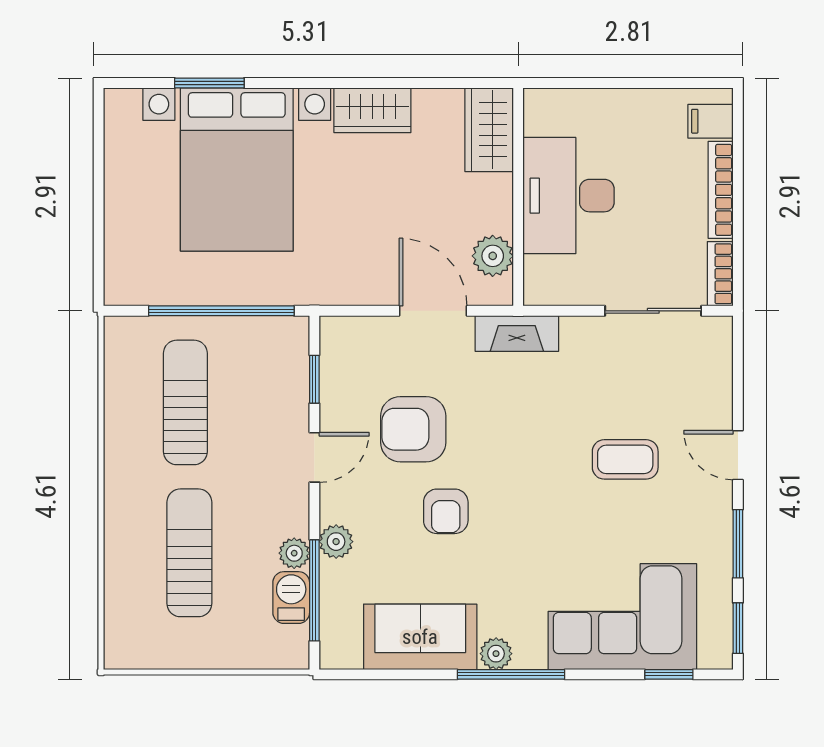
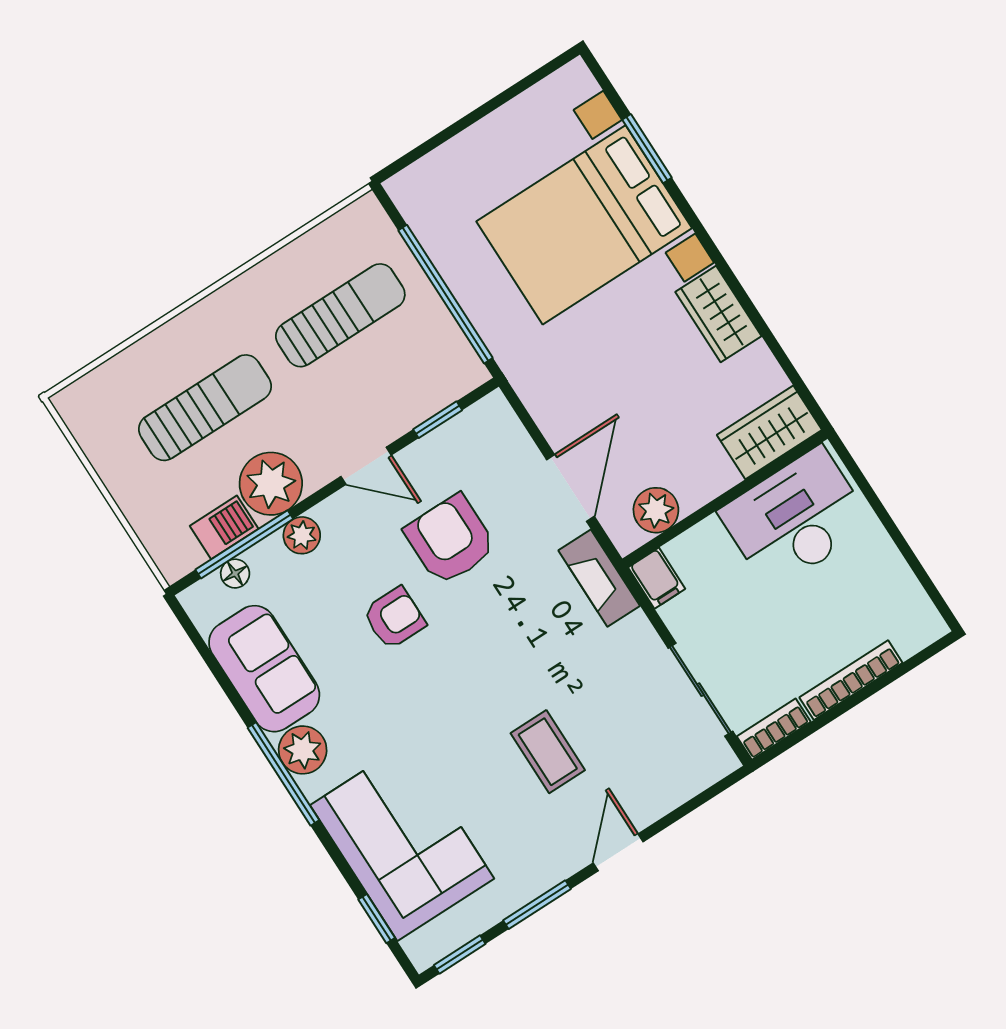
filing cabinet: (711, 121) -> (657, 578), moved, turned 180
desk: (569, 196) -> (796, 519), moved
armchair: (446, 511) -> (394, 618), turned 180
plant: (294, 553) -> (271, 484), width x1.88, depth x1.88
floor lamp: (332, 612) -> (235, 574), added
plant: (496, 654) -> (303, 750), width x1.38, depth x1.38

